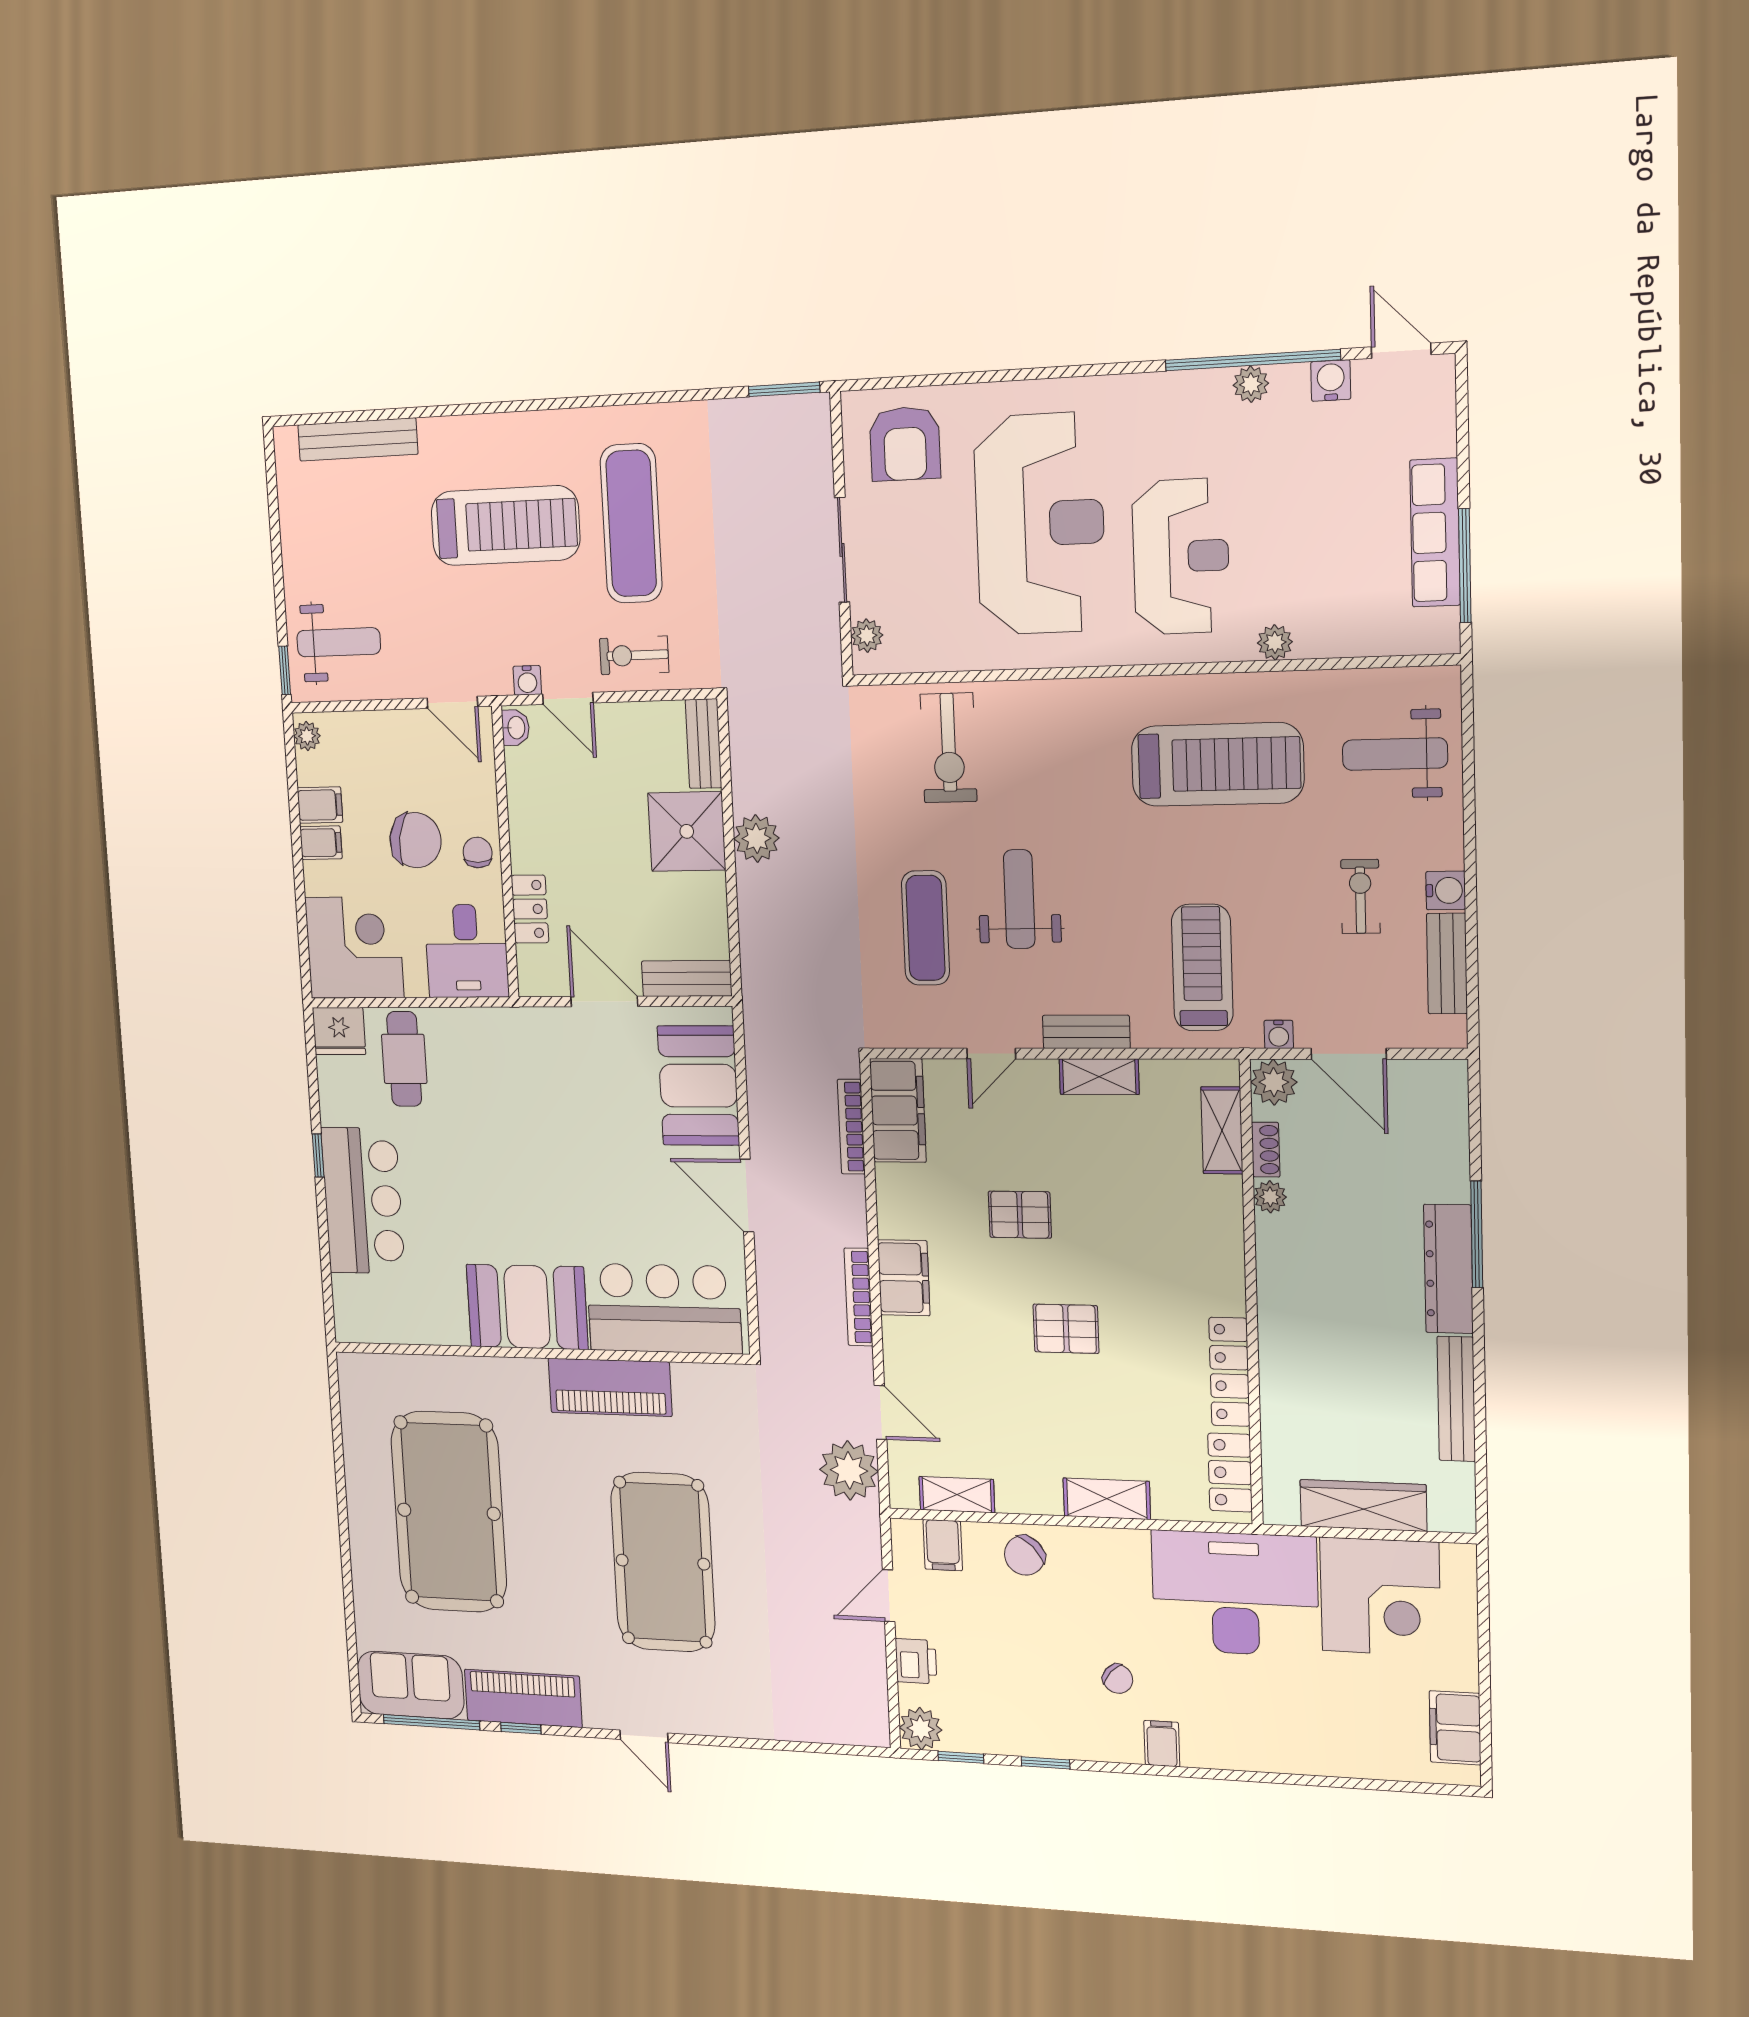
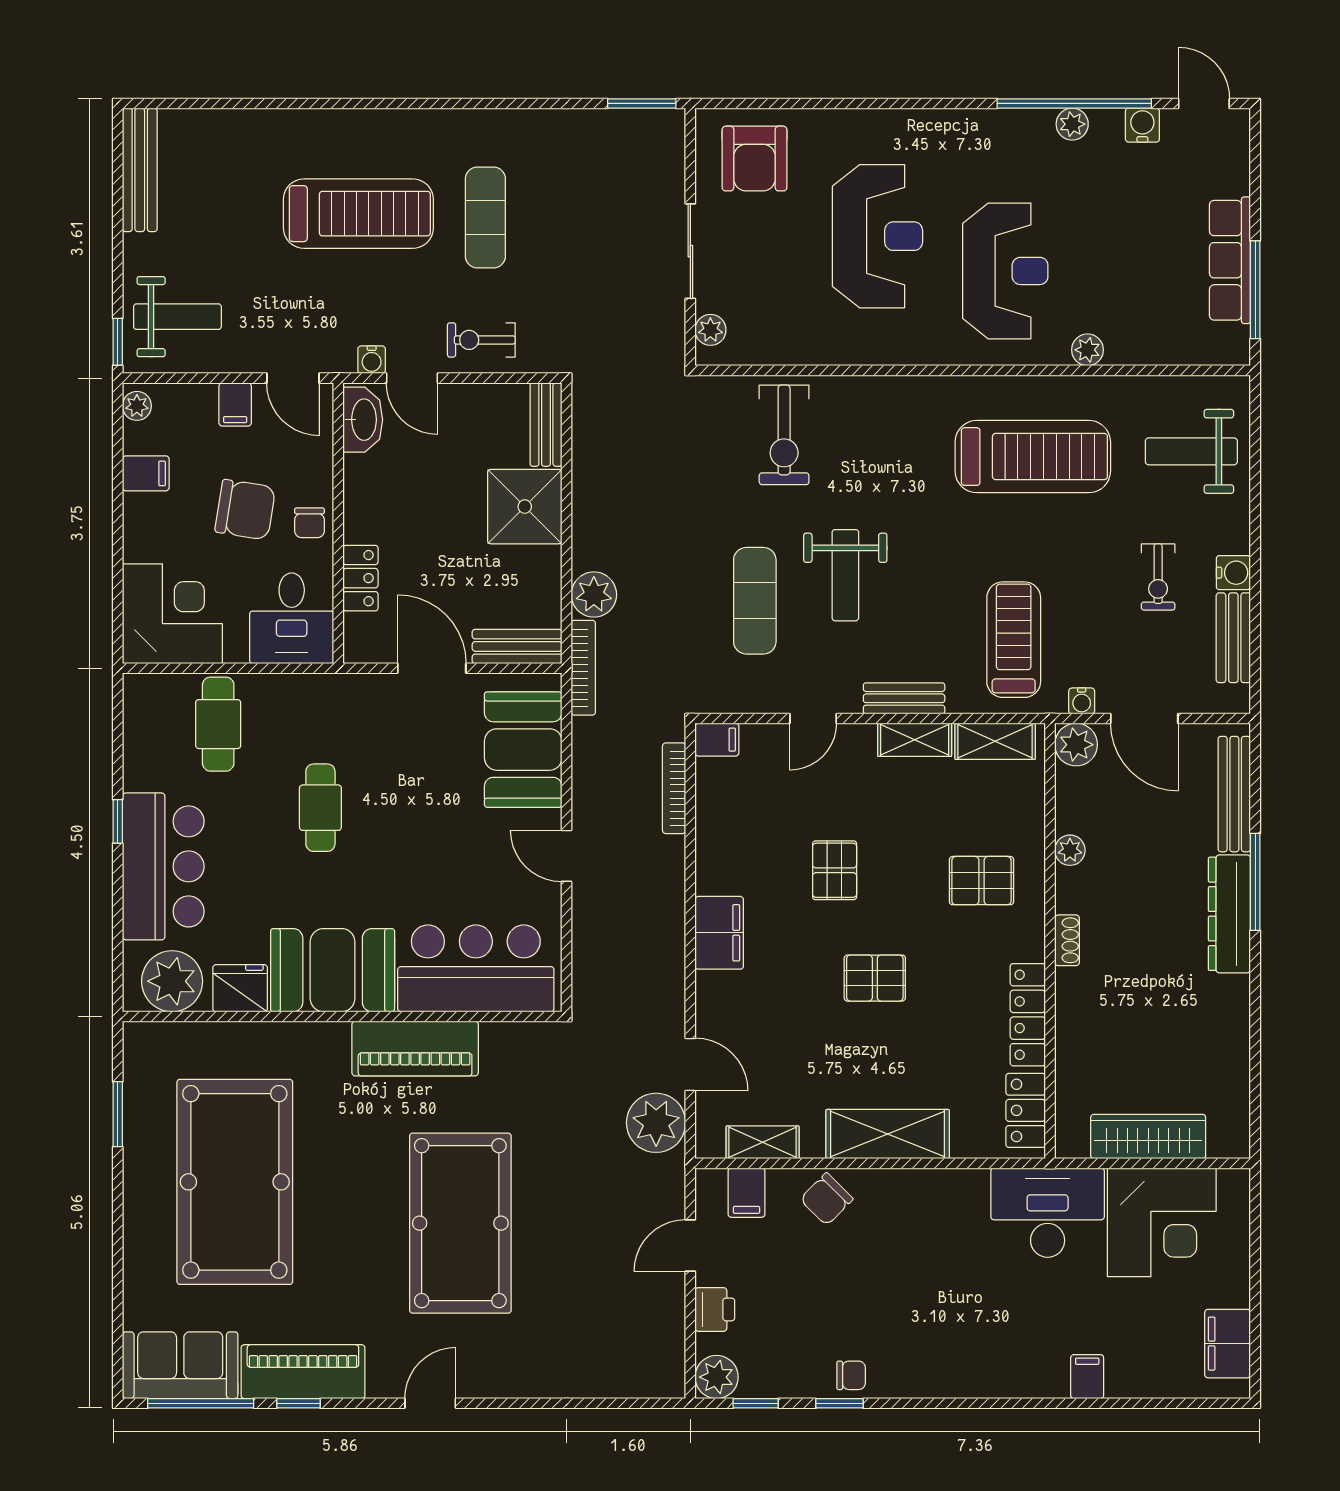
bench: (358, 439) -> (140, 170), moved, turned 90
exercise mat: (631, 523) -> (485, 218), width x0.73, depth x0.69
reception desk: (1040, 524) -> (878, 236), width x0.74, depth x0.77
washbasin: (516, 728) -> (363, 420), width x1.91, depth x1.45
plant: (757, 838) -> (594, 595), moved
filing cabinet: (321, 843) -> (235, 404), moved, turned 90
chair: (478, 853) -> (309, 523), turned 180
exercise bike: (1360, 896) -> (1158, 577), turned 180
weight bench: (1019, 899) -> (845, 575), turned 180
fridge: (339, 1031) -> (240, 988), moved, turned 180
filing cabinet: (898, 1110) -> (717, 740), width x0.33, depth x0.86
shelving: (1222, 1130) -> (995, 741), moved, turned 90
cafe table: (506, 1144) -> (320, 808), added
shoe rack: (1266, 1150) -> (1067, 940), moved
door: (747, 1196) -> (567, 856), width x0.73
pallet: (1020, 1215) -> (835, 870), turned 90
pallet: (1175, 1228) -> (981, 881), added
bookcase: (858, 1297) -> (583, 668), moved, turned 180
plant: (378, 1314) -> (172, 981), added
bench: (1456, 1399) -> (1234, 794), moved
window: (338, 1442) -> (118, 1114), added
shelving: (1107, 1499) -> (888, 1134), width x1.50, depth x1.33
desk: (1235, 1593) -> (1048, 1213), width x0.73, depth x0.77
chair: (1118, 1679) -> (851, 1375), moved, turned -42
door: (644, 1736) -> (430, 1403), swing flipped
filing cabinet: (1162, 1744) -> (1087, 1377), moved

